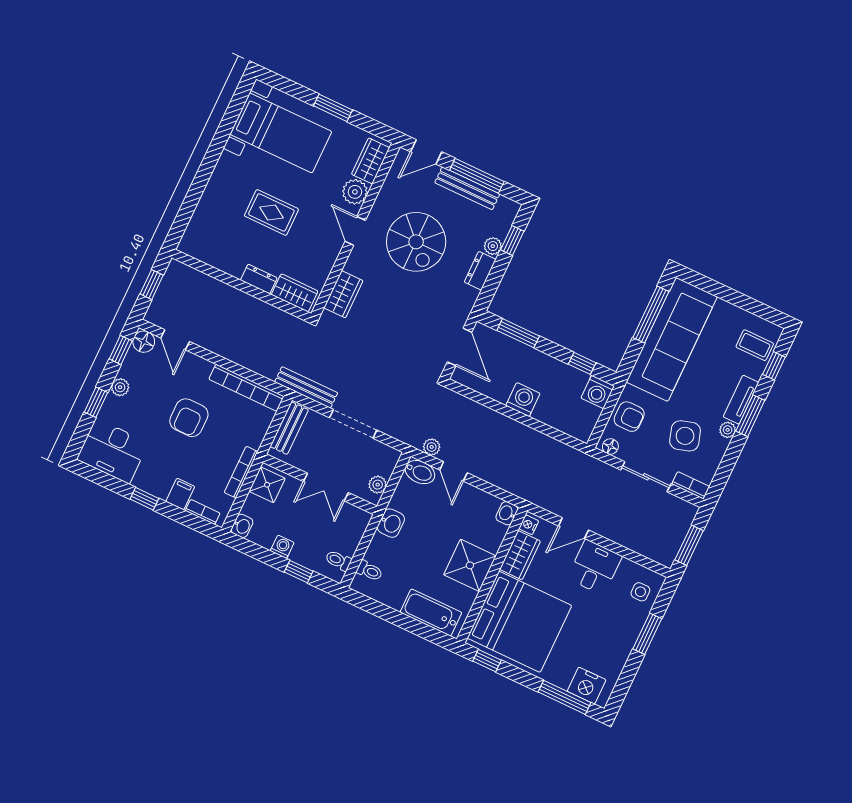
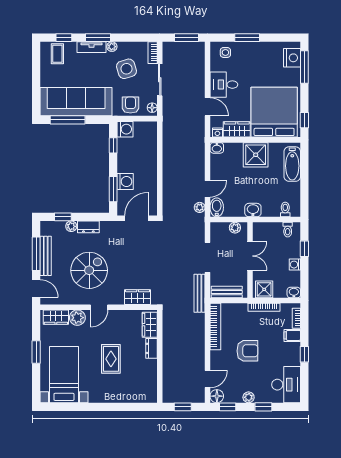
washing machine: (523, 400) -> (125, 181), moved, turned 180

